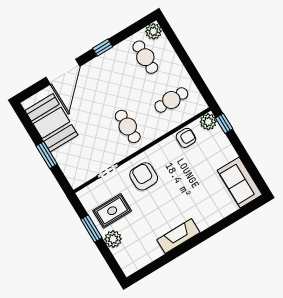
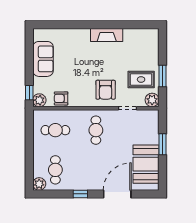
sofa: (240, 182) -> (43, 59), moved
plant: (113, 239) -> (152, 100), moved

